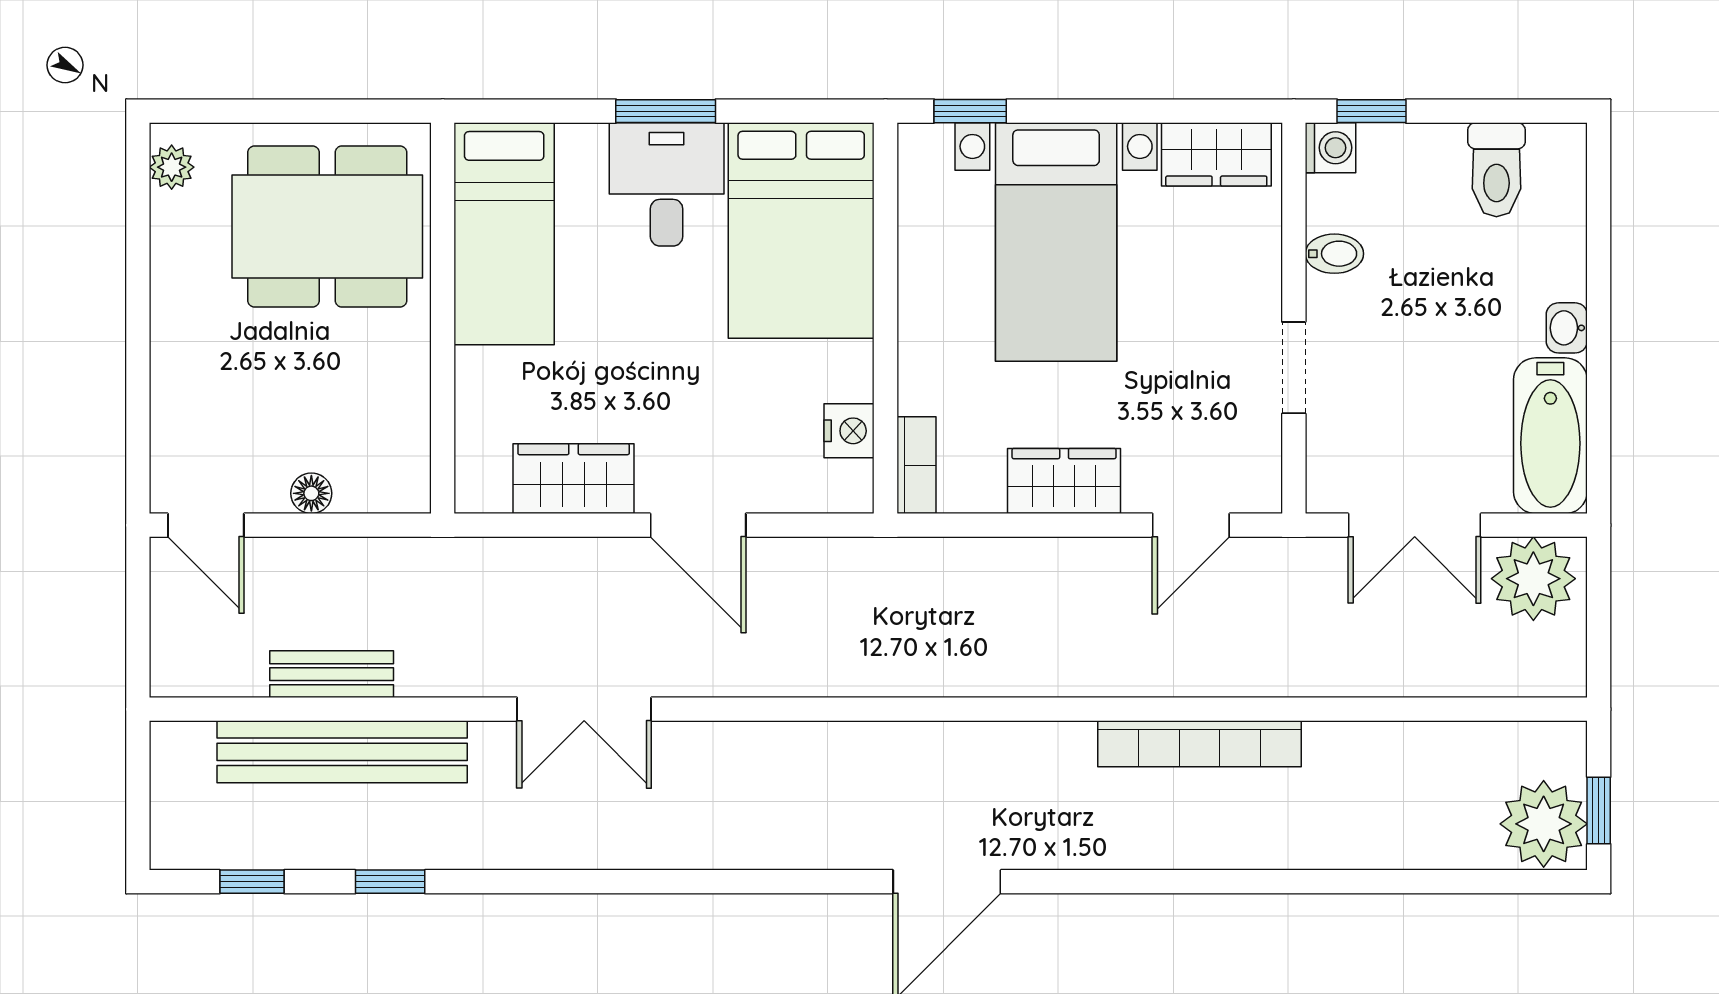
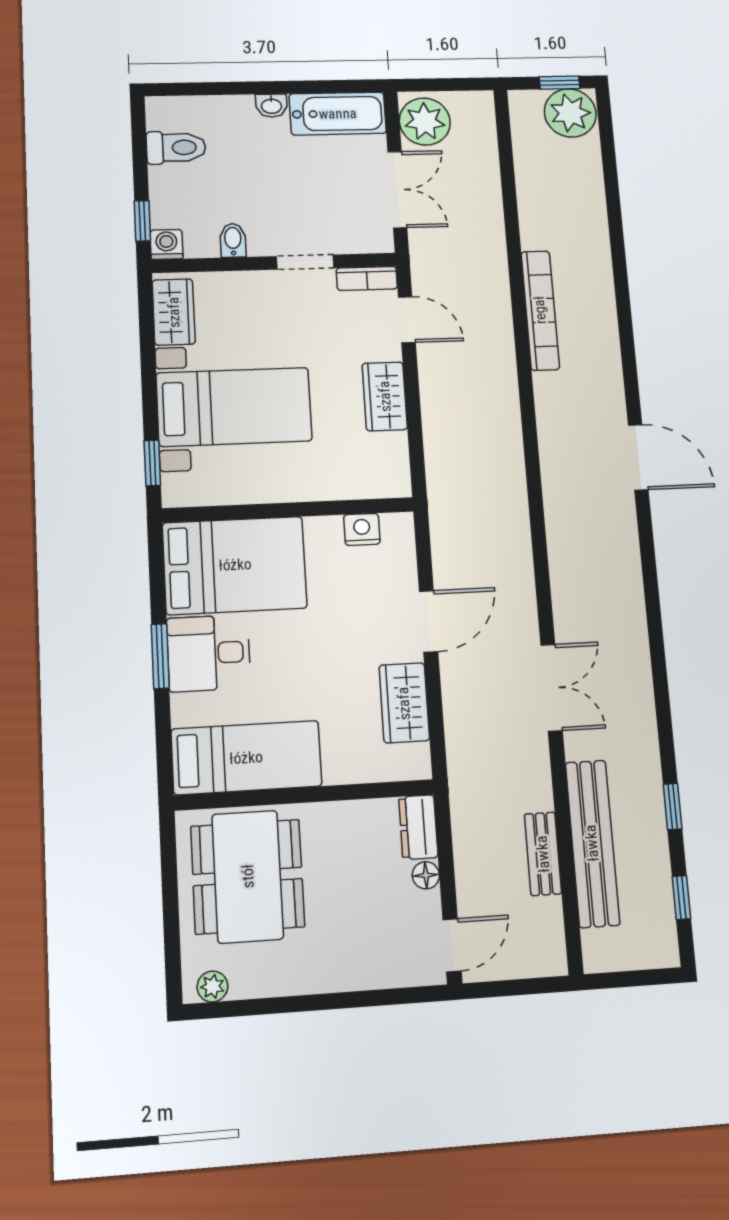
bookcase: (916, 465) -> (367, 278), moved, turned 180
dresser: (384, 487) -> (418, 827), added

